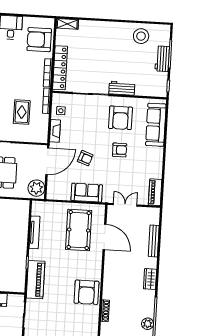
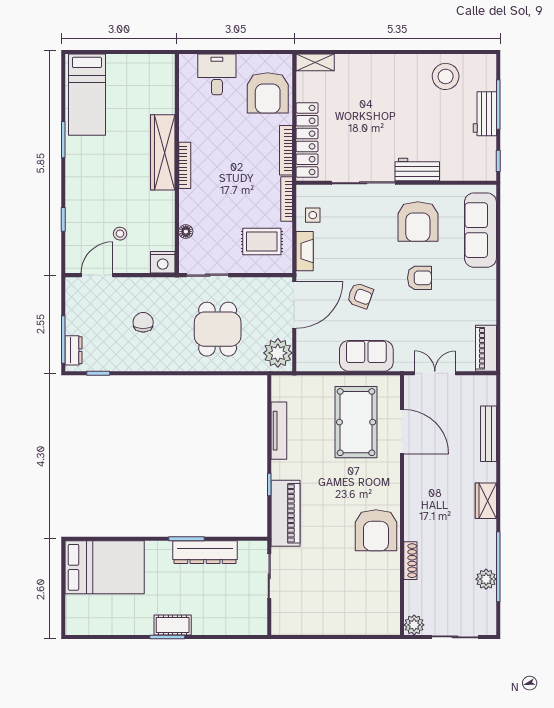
armchair: (39, 40) -> (268, 93), turned -90
rug: (22, 112) -> (262, 242), moved, turned 90

